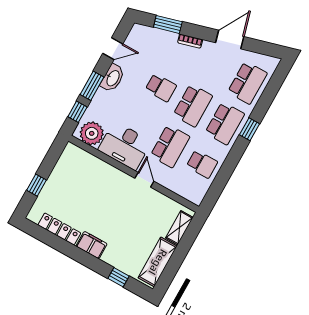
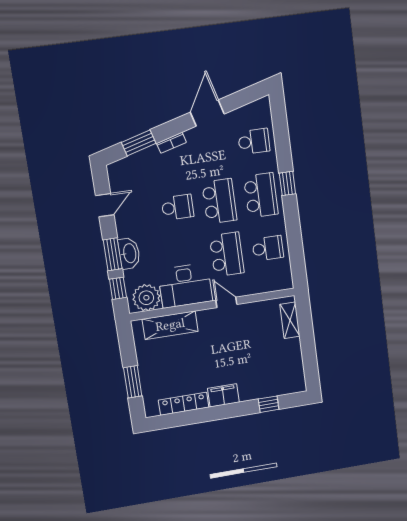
washbasin: (113, 78) -> (129, 253), moved
school desk: (247, 83) -> (254, 141), width x0.54
window: (37, 185) -> (133, 382), width x1.50
shelving: (158, 262) -> (170, 325), moved, turned 90

